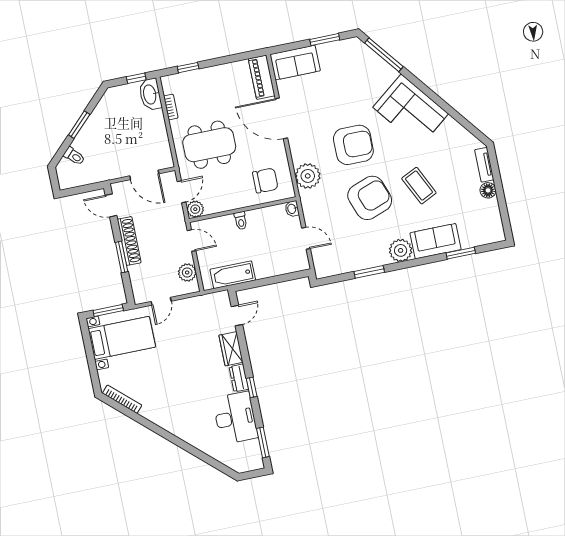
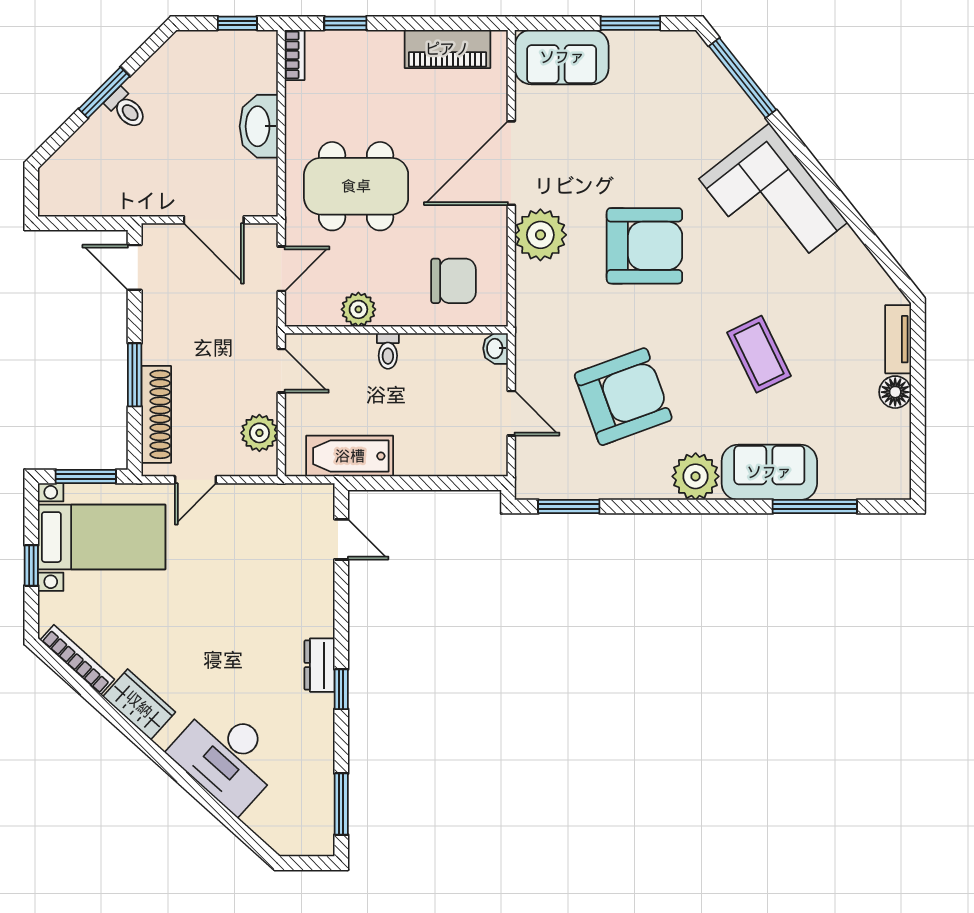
piano: (262, 77) -> (447, 49), moved, turned -90
washbasin: (150, 94) -> (259, 126), moved
bookcase: (171, 107) -> (295, 55), moved
door: (281, 118) -> (511, 163), hinge flipped
toilet: (74, 156) -> (126, 109), moved
plant: (308, 176) -> (540, 235), moved
armchair: (370, 198) -> (623, 397), moved
plant: (195, 209) -> (358, 309), moved
shoe rack: (129, 241) -> (156, 414), moved
window: (461, 253) -> (815, 506), width x1.44
window: (369, 272) -> (569, 506), moved
door: (237, 315) -> (341, 539), hinge flipped
wardrobe: (231, 349) -> (139, 704), moved, turned 132
window: (91, 359) -> (31, 565), added
desk: (235, 418) -> (227, 757), moved, turned 132

